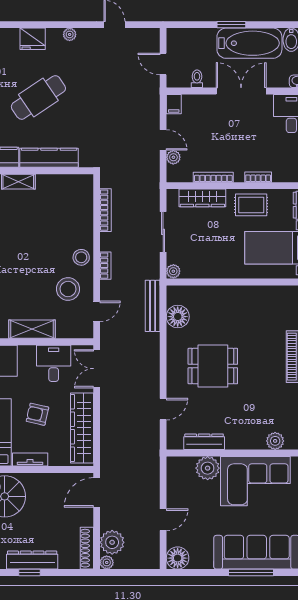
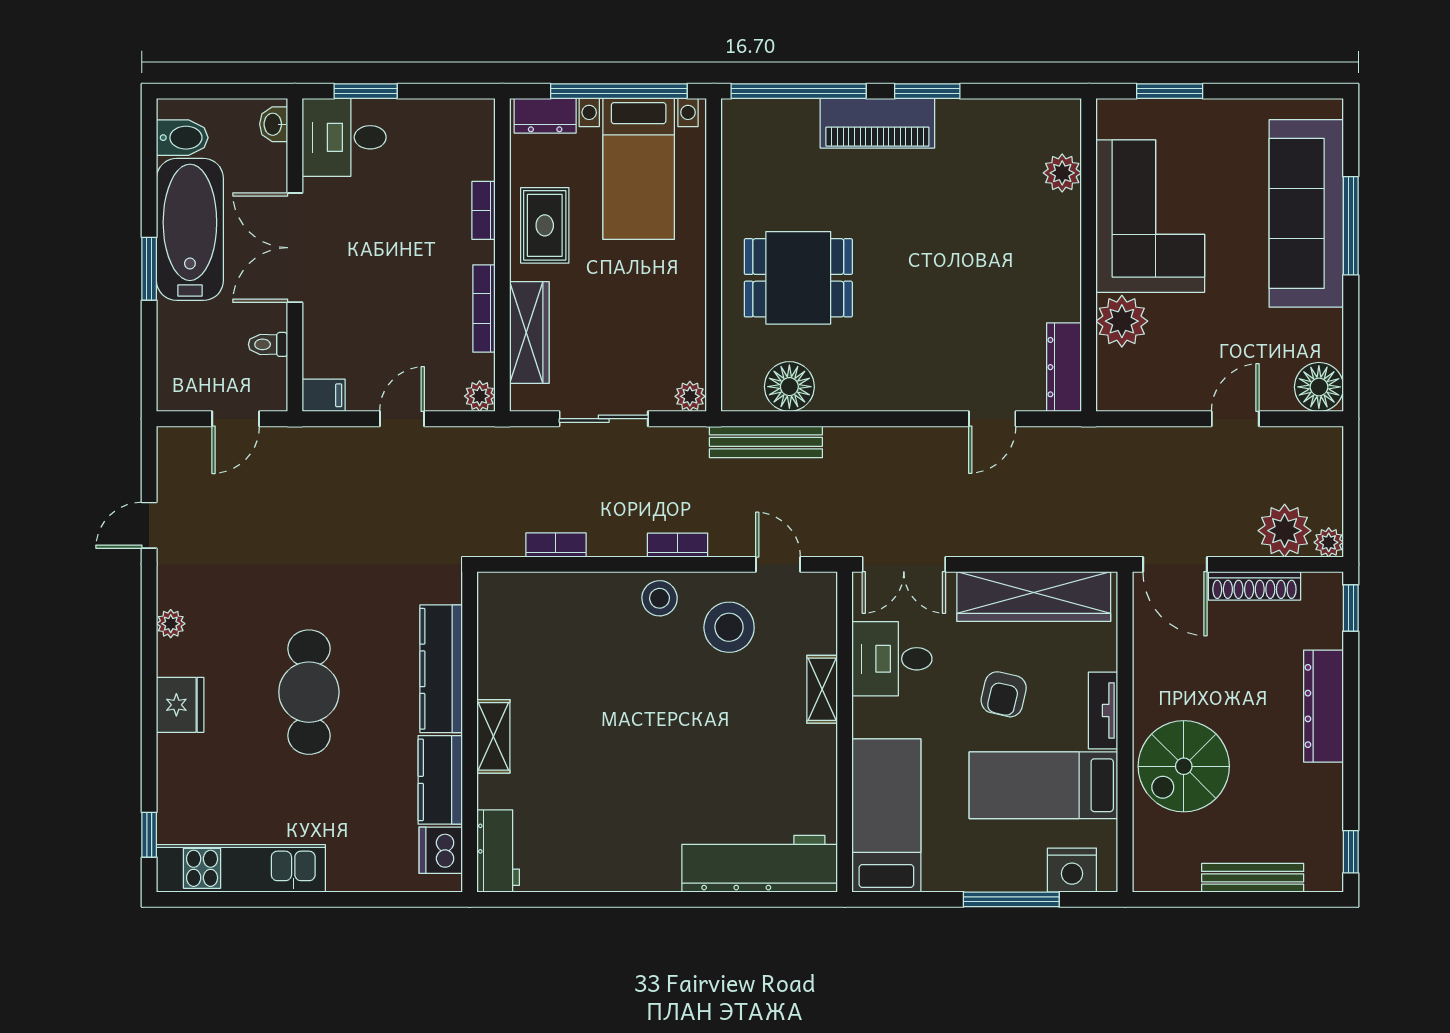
cafe table: (38, 97) -> (309, 692), turned 34
plant: (173, 157) -> (480, 396), moved
bookcase: (105, 210) -> (556, 545), width x0.64
shelving: (32, 329) -> (822, 689), width x0.67, depth x0.75
dining table: (213, 366) -> (798, 278), moved, turned 90
door: (163, 409) -> (992, 419), swing flipped
dresser: (204, 442) -> (1064, 367), moved
door: (163, 520) -> (1235, 419), hinge flipped
shoe rack: (87, 548) -> (1254, 586), moved
window: (30, 572) -> (1351, 608), moved

